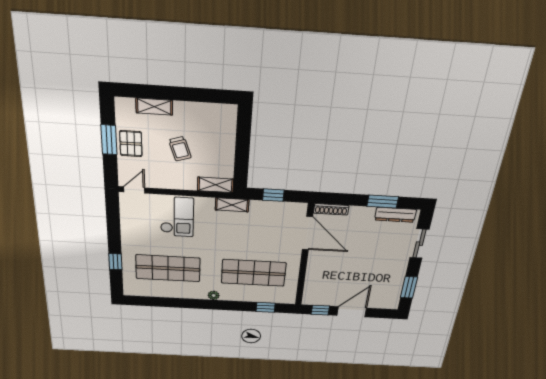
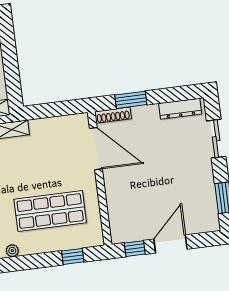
window: (273, 195) -> (51, 110), removed
window: (383, 202) -> (131, 100), moved

